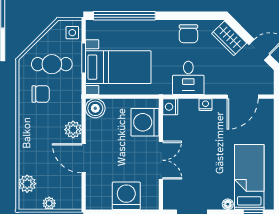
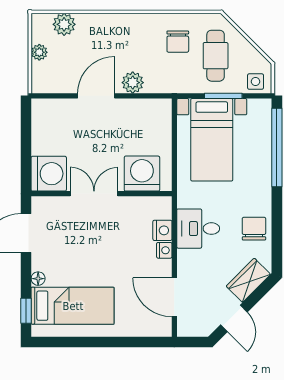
chair: (188, 34) -> (254, 229), turned 90
nightstand: (170, 107) -> (162, 230), moved, turned 90
boiler: (95, 108) -> (160, 111), removed
double door: (161, 160) -> (94, 194), swing flipped
washing machine: (126, 196) -> (49, 174), moved

